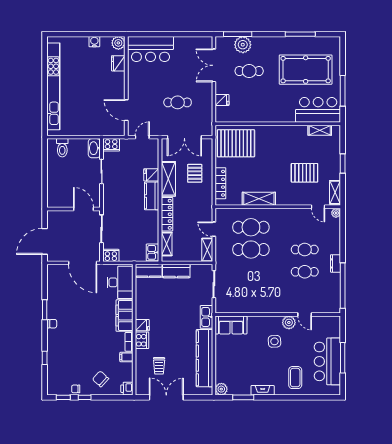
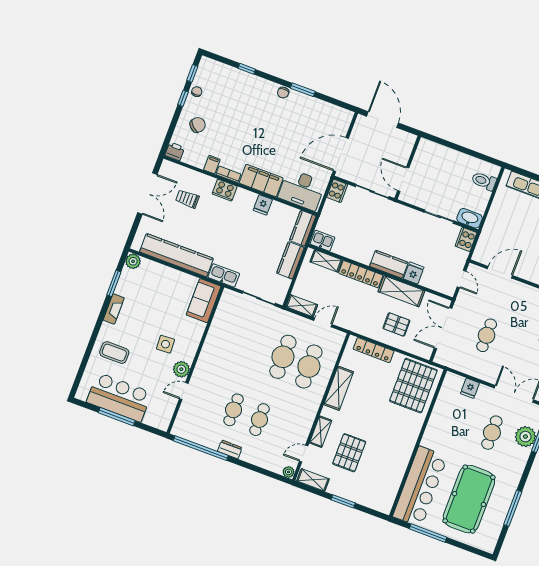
bar counter: (318, 110) -> (420, 487), width x1.36
shelving: (320, 130) -> (321, 432), moved
door: (84, 209) -> (403, 179), swing flipped
fridge: (142, 325) -> (263, 205), moved

